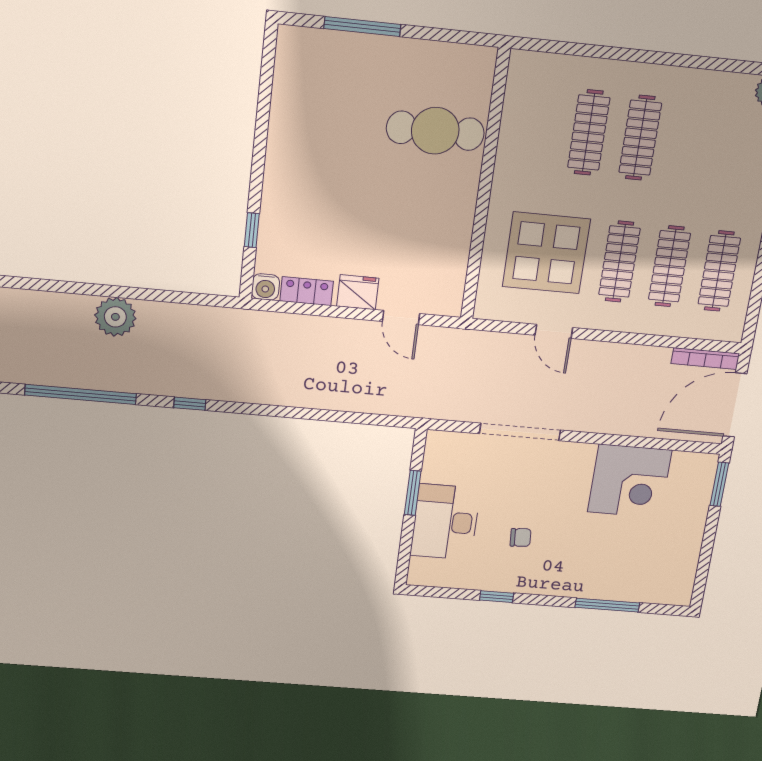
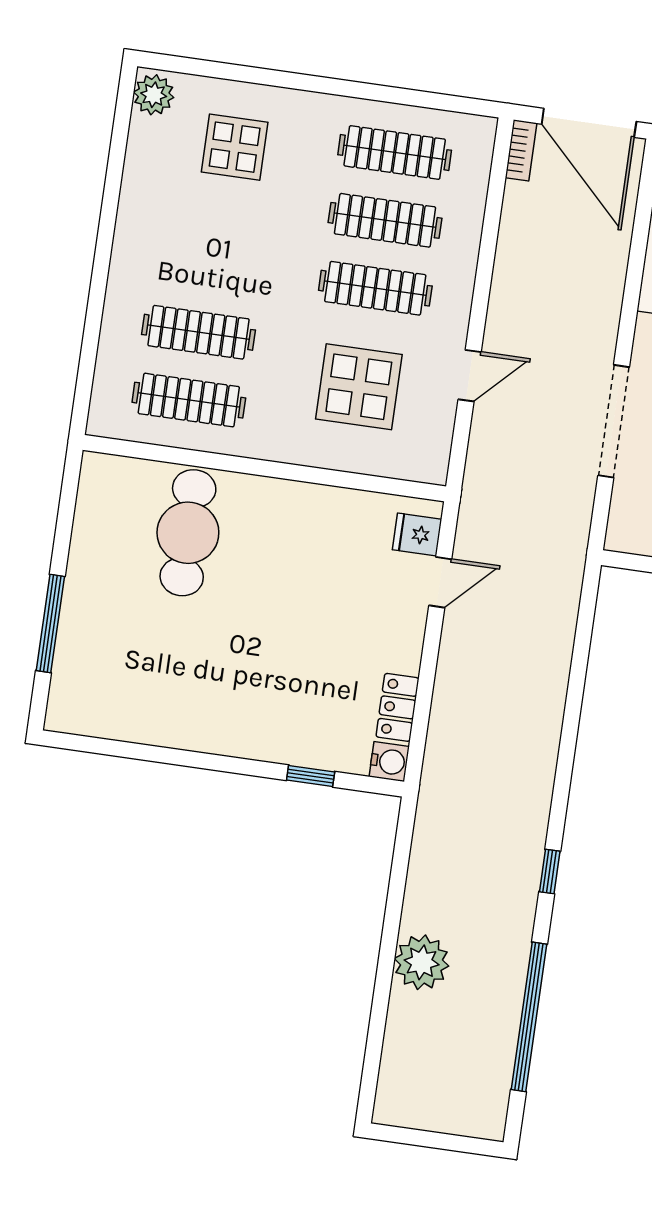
clothes rail: (640, 138) -> (189, 400), moved
display table: (728, 154) -> (235, 147), added
display table: (546, 253) -> (359, 387), width x0.73, depth x0.73
fridge: (358, 292) -> (417, 534), moved, width x0.72
bookcase: (705, 359) -> (521, 150), width x0.64

